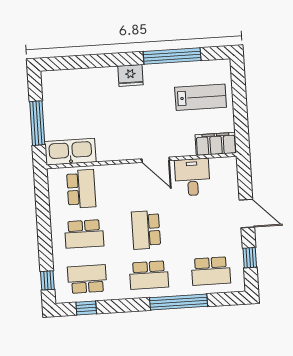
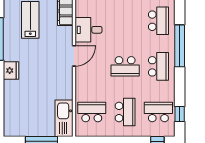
school desk: (87, 279) -> (158, 112), turned 90

